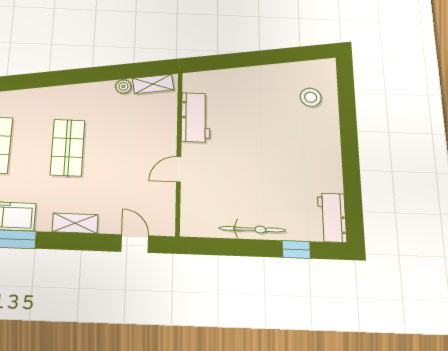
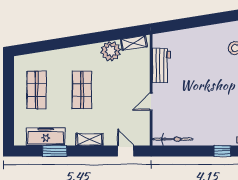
plant: (123, 87) -> (111, 51), width x1.88, depth x1.88
bicycle: (252, 229) -> (173, 139), moved

